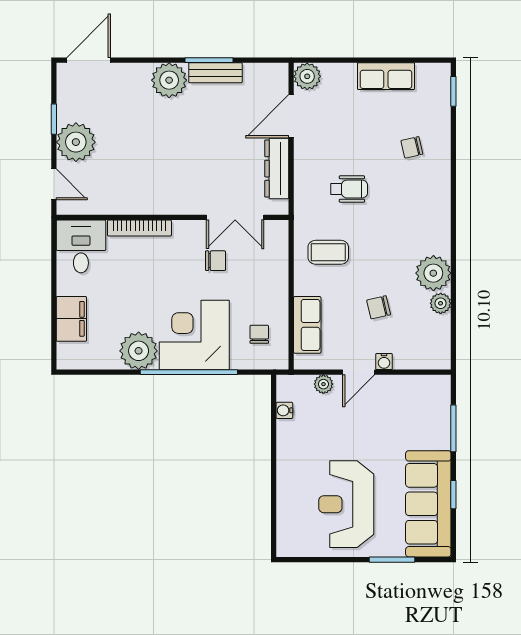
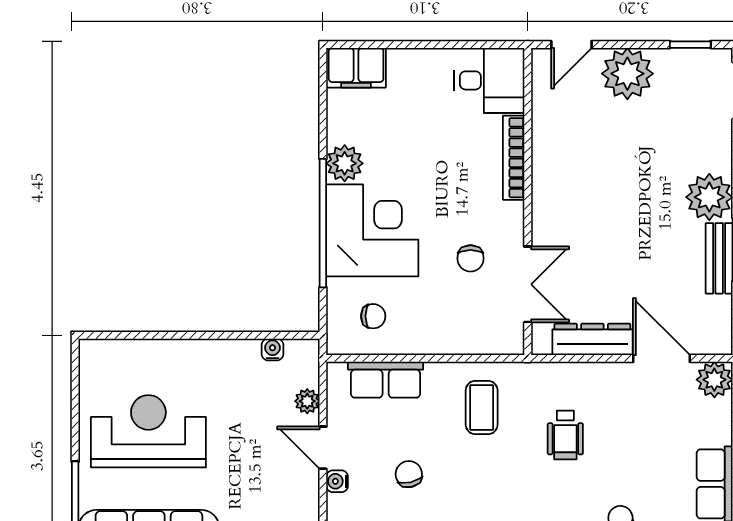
window: (54, 119) -> (690, 45), moved
double door: (235, 217) -> (528, 284), swing flipped
filing cabinet: (71, 319) -> (356, 68), moved
plant: (139, 351) -> (345, 163), width x0.73, depth x0.73

